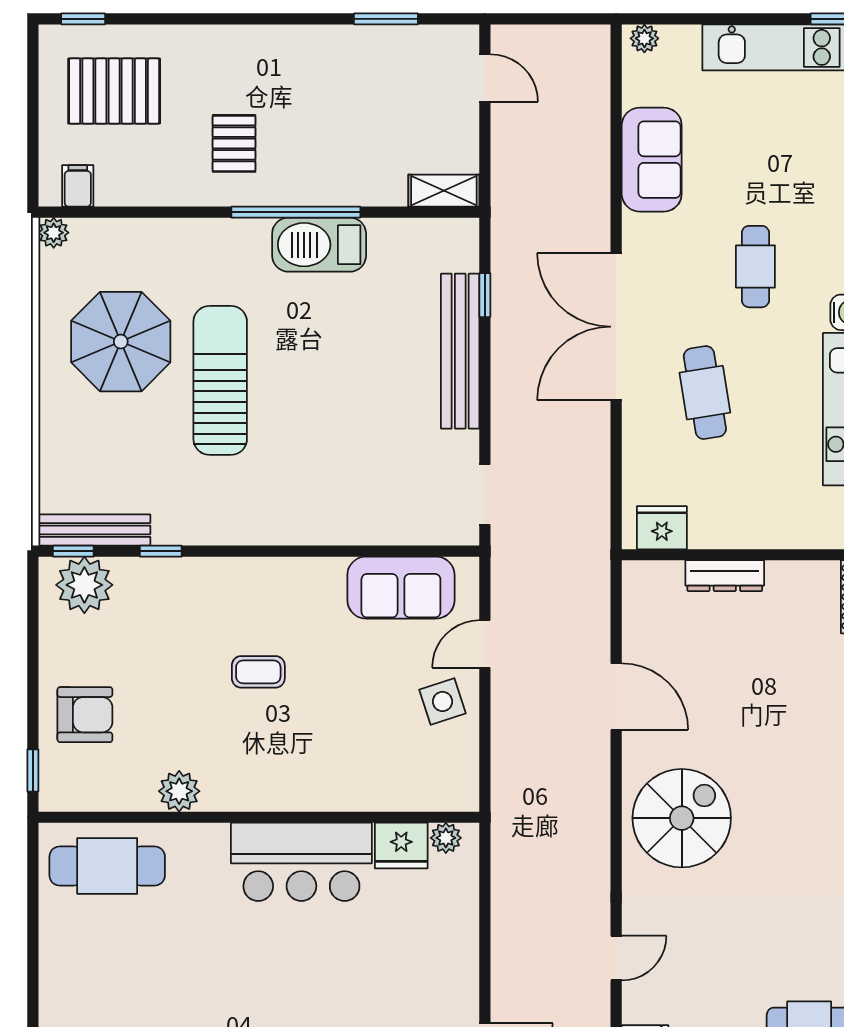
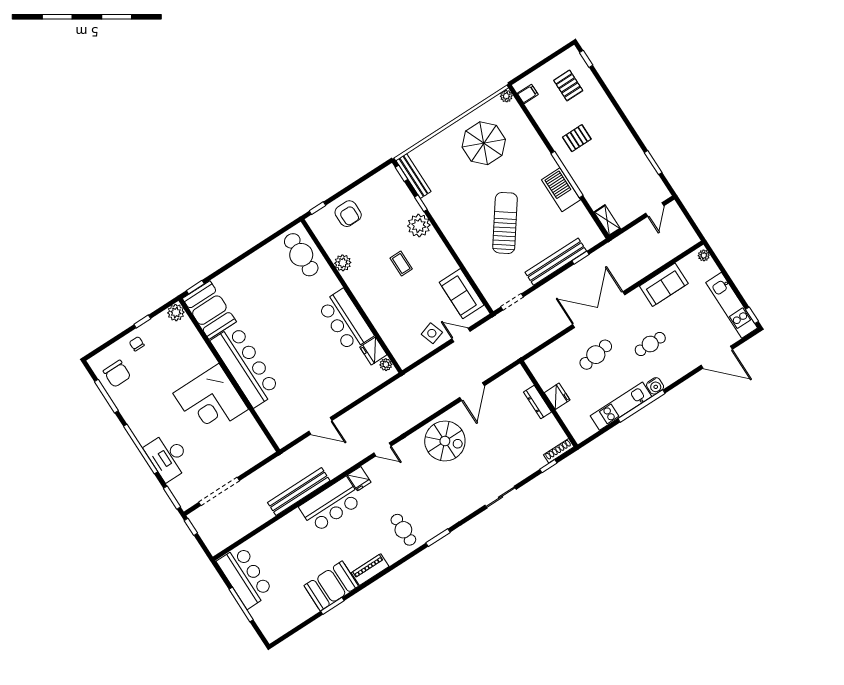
pallet: (114, 91) -> (568, 85), width x0.67, depth x0.71
sun lounger: (220, 380) -> (505, 223), moved, turned -54
fridge: (662, 528) -> (557, 396), moved
plant: (84, 585) -> (419, 226), moved

